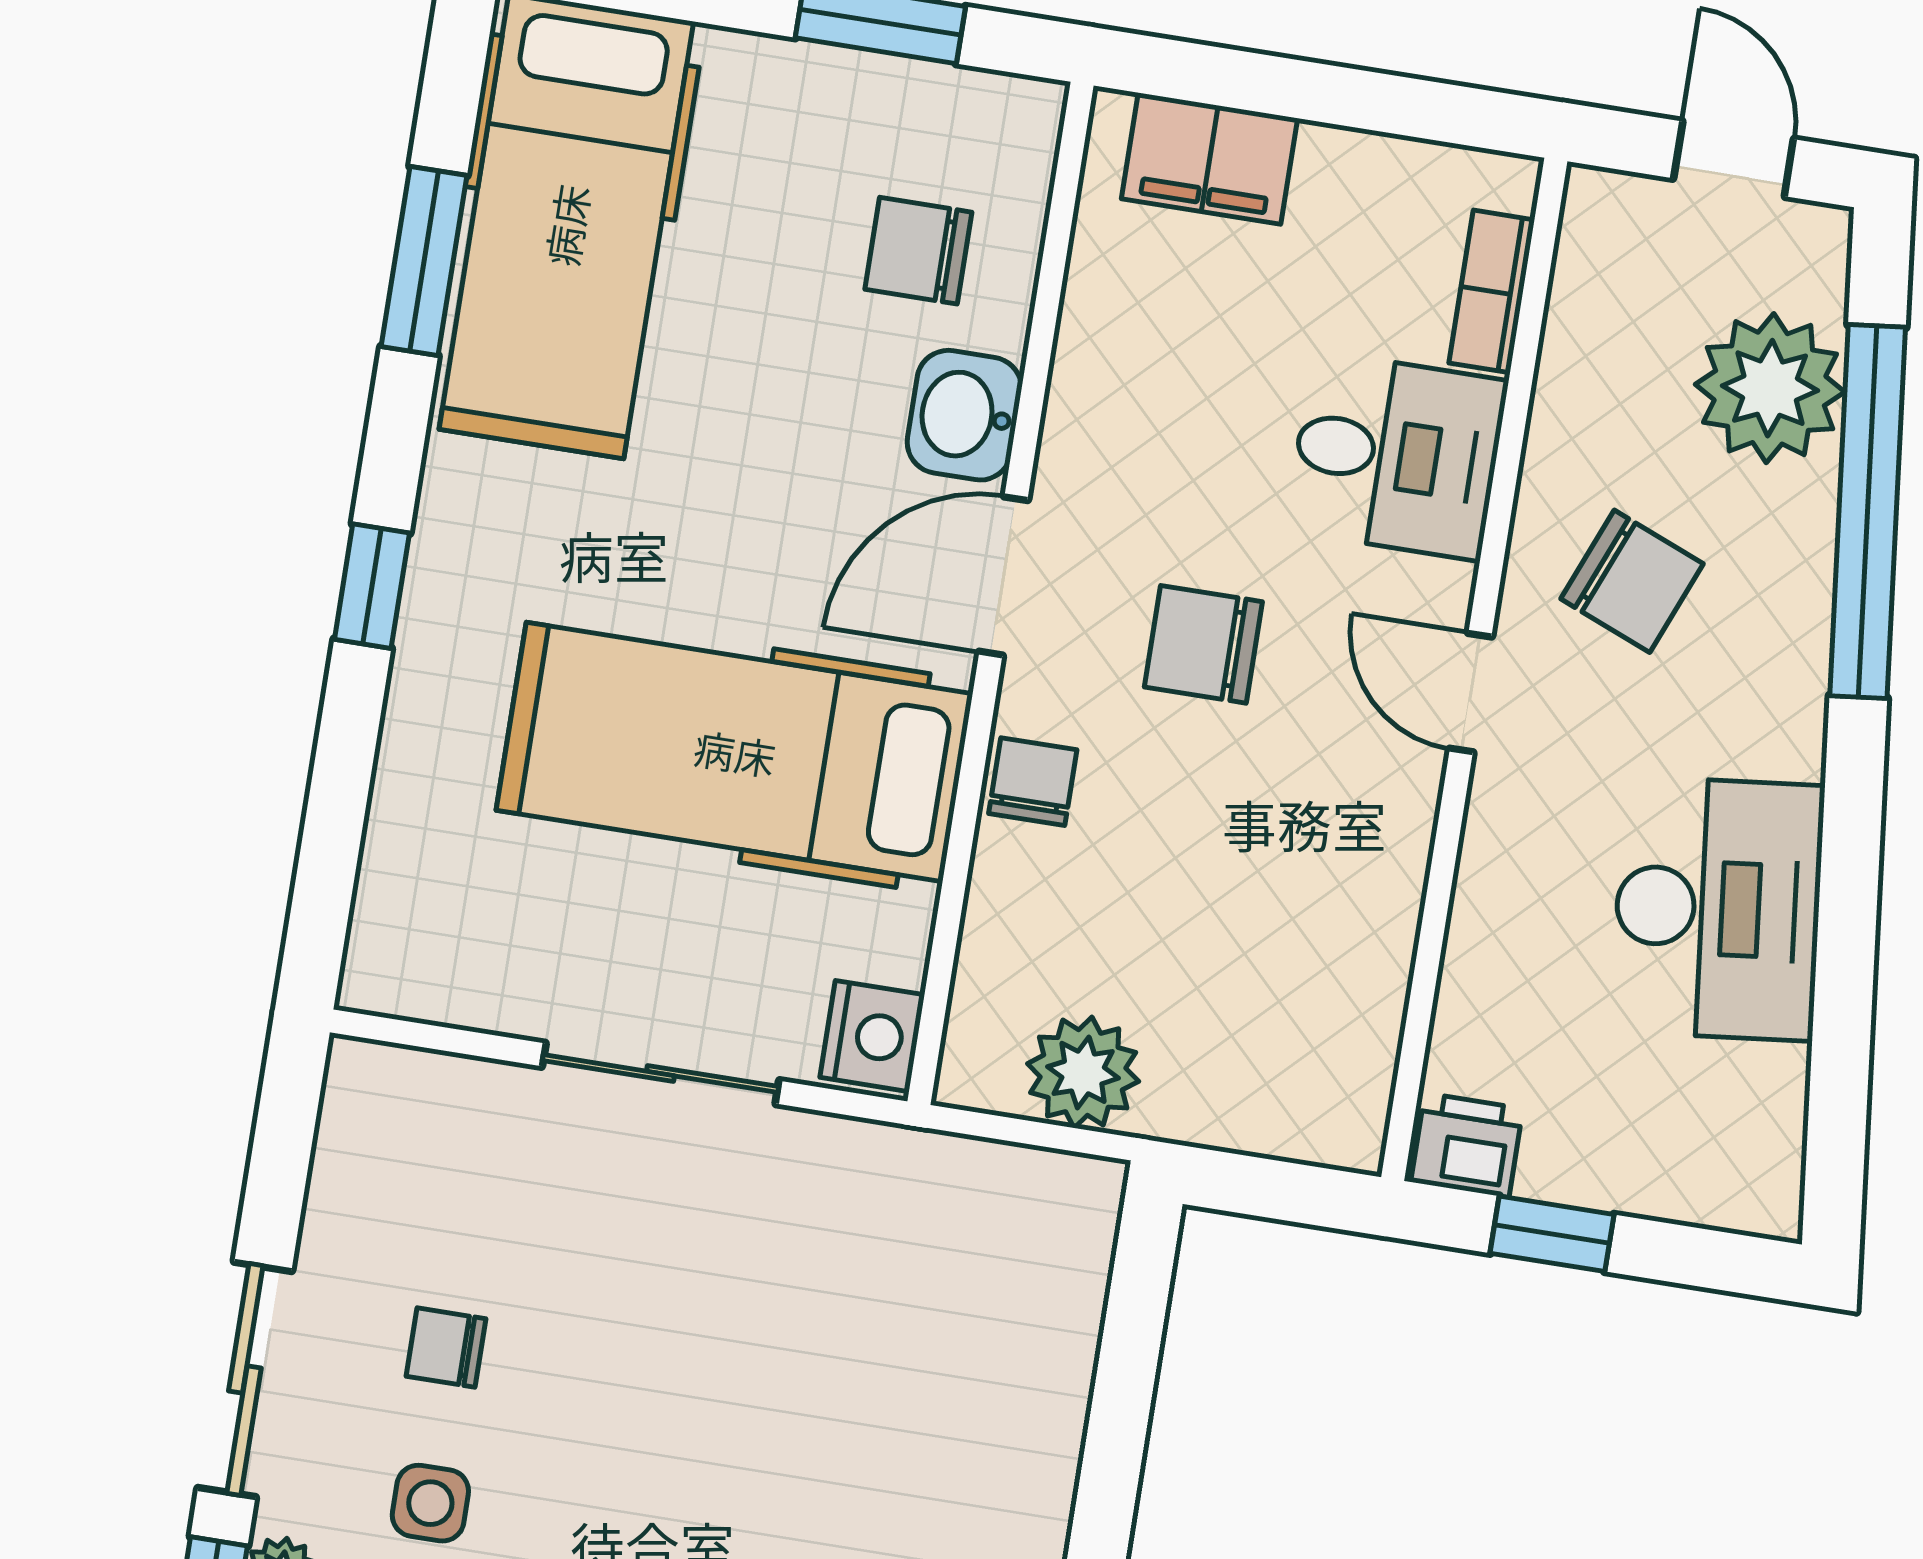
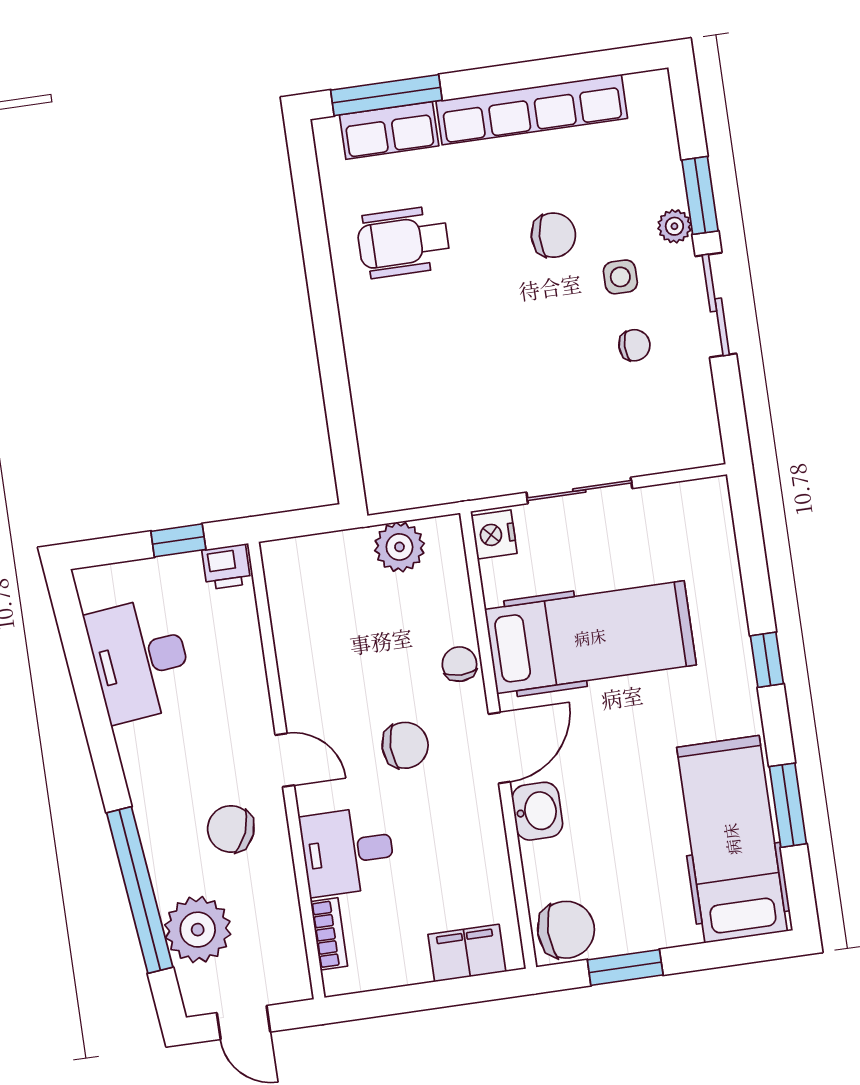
chair: (918, 251) -> (566, 930), moved, width x1.37, depth x1.37
chair: (1033, 782) -> (459, 664), turned 180
desk: (1718, 909) -> (140, 660), moved

